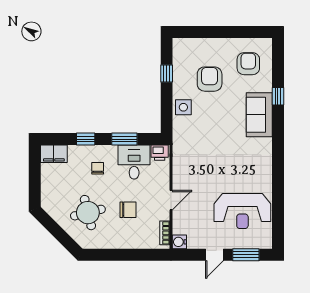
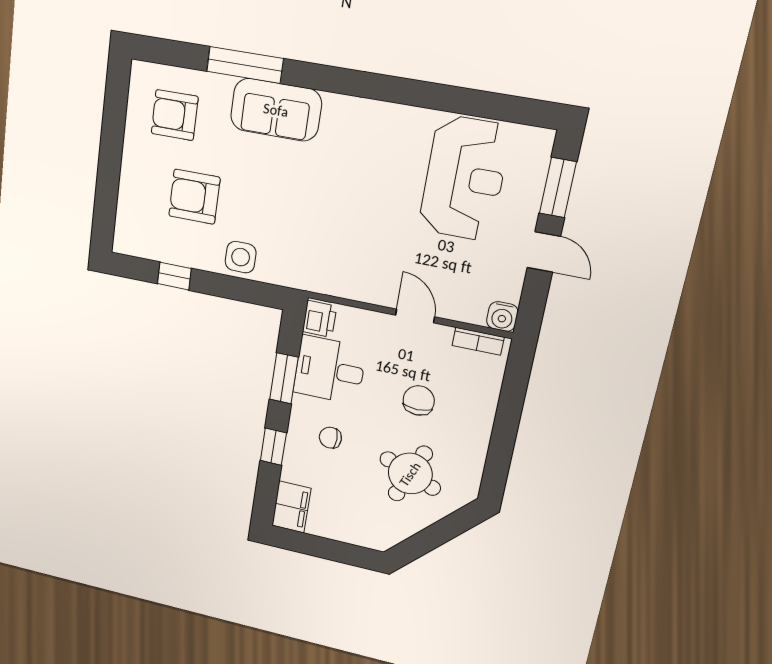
window: (278, 96) -> (245, 65), width x2.17
round table: (88, 213) -> (410, 474), turned 36

